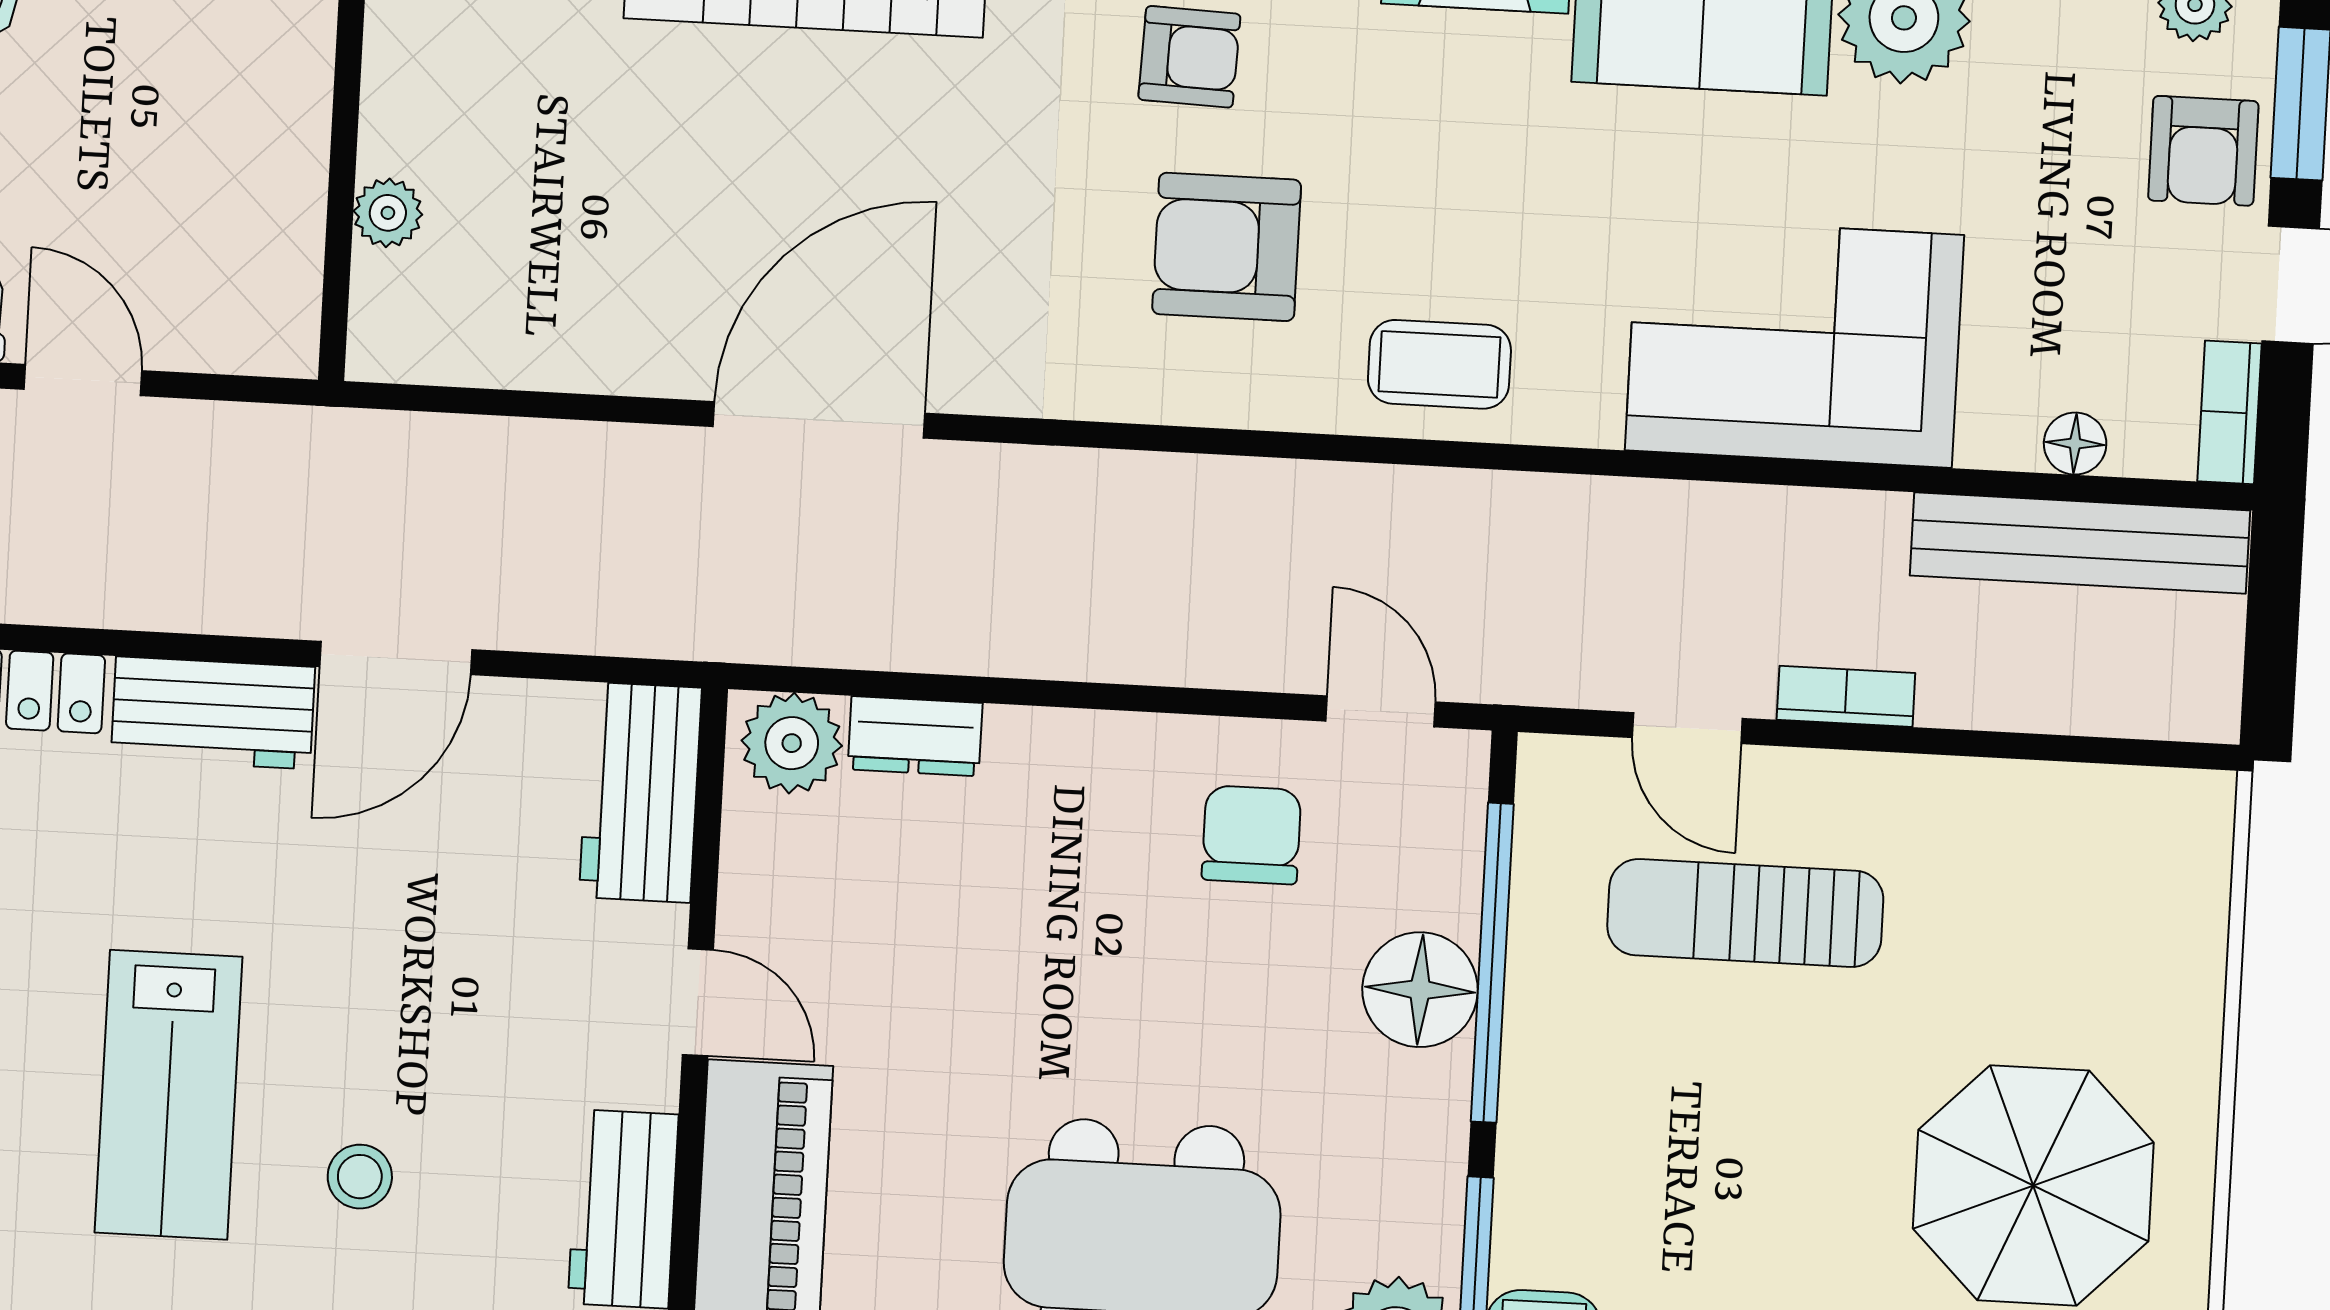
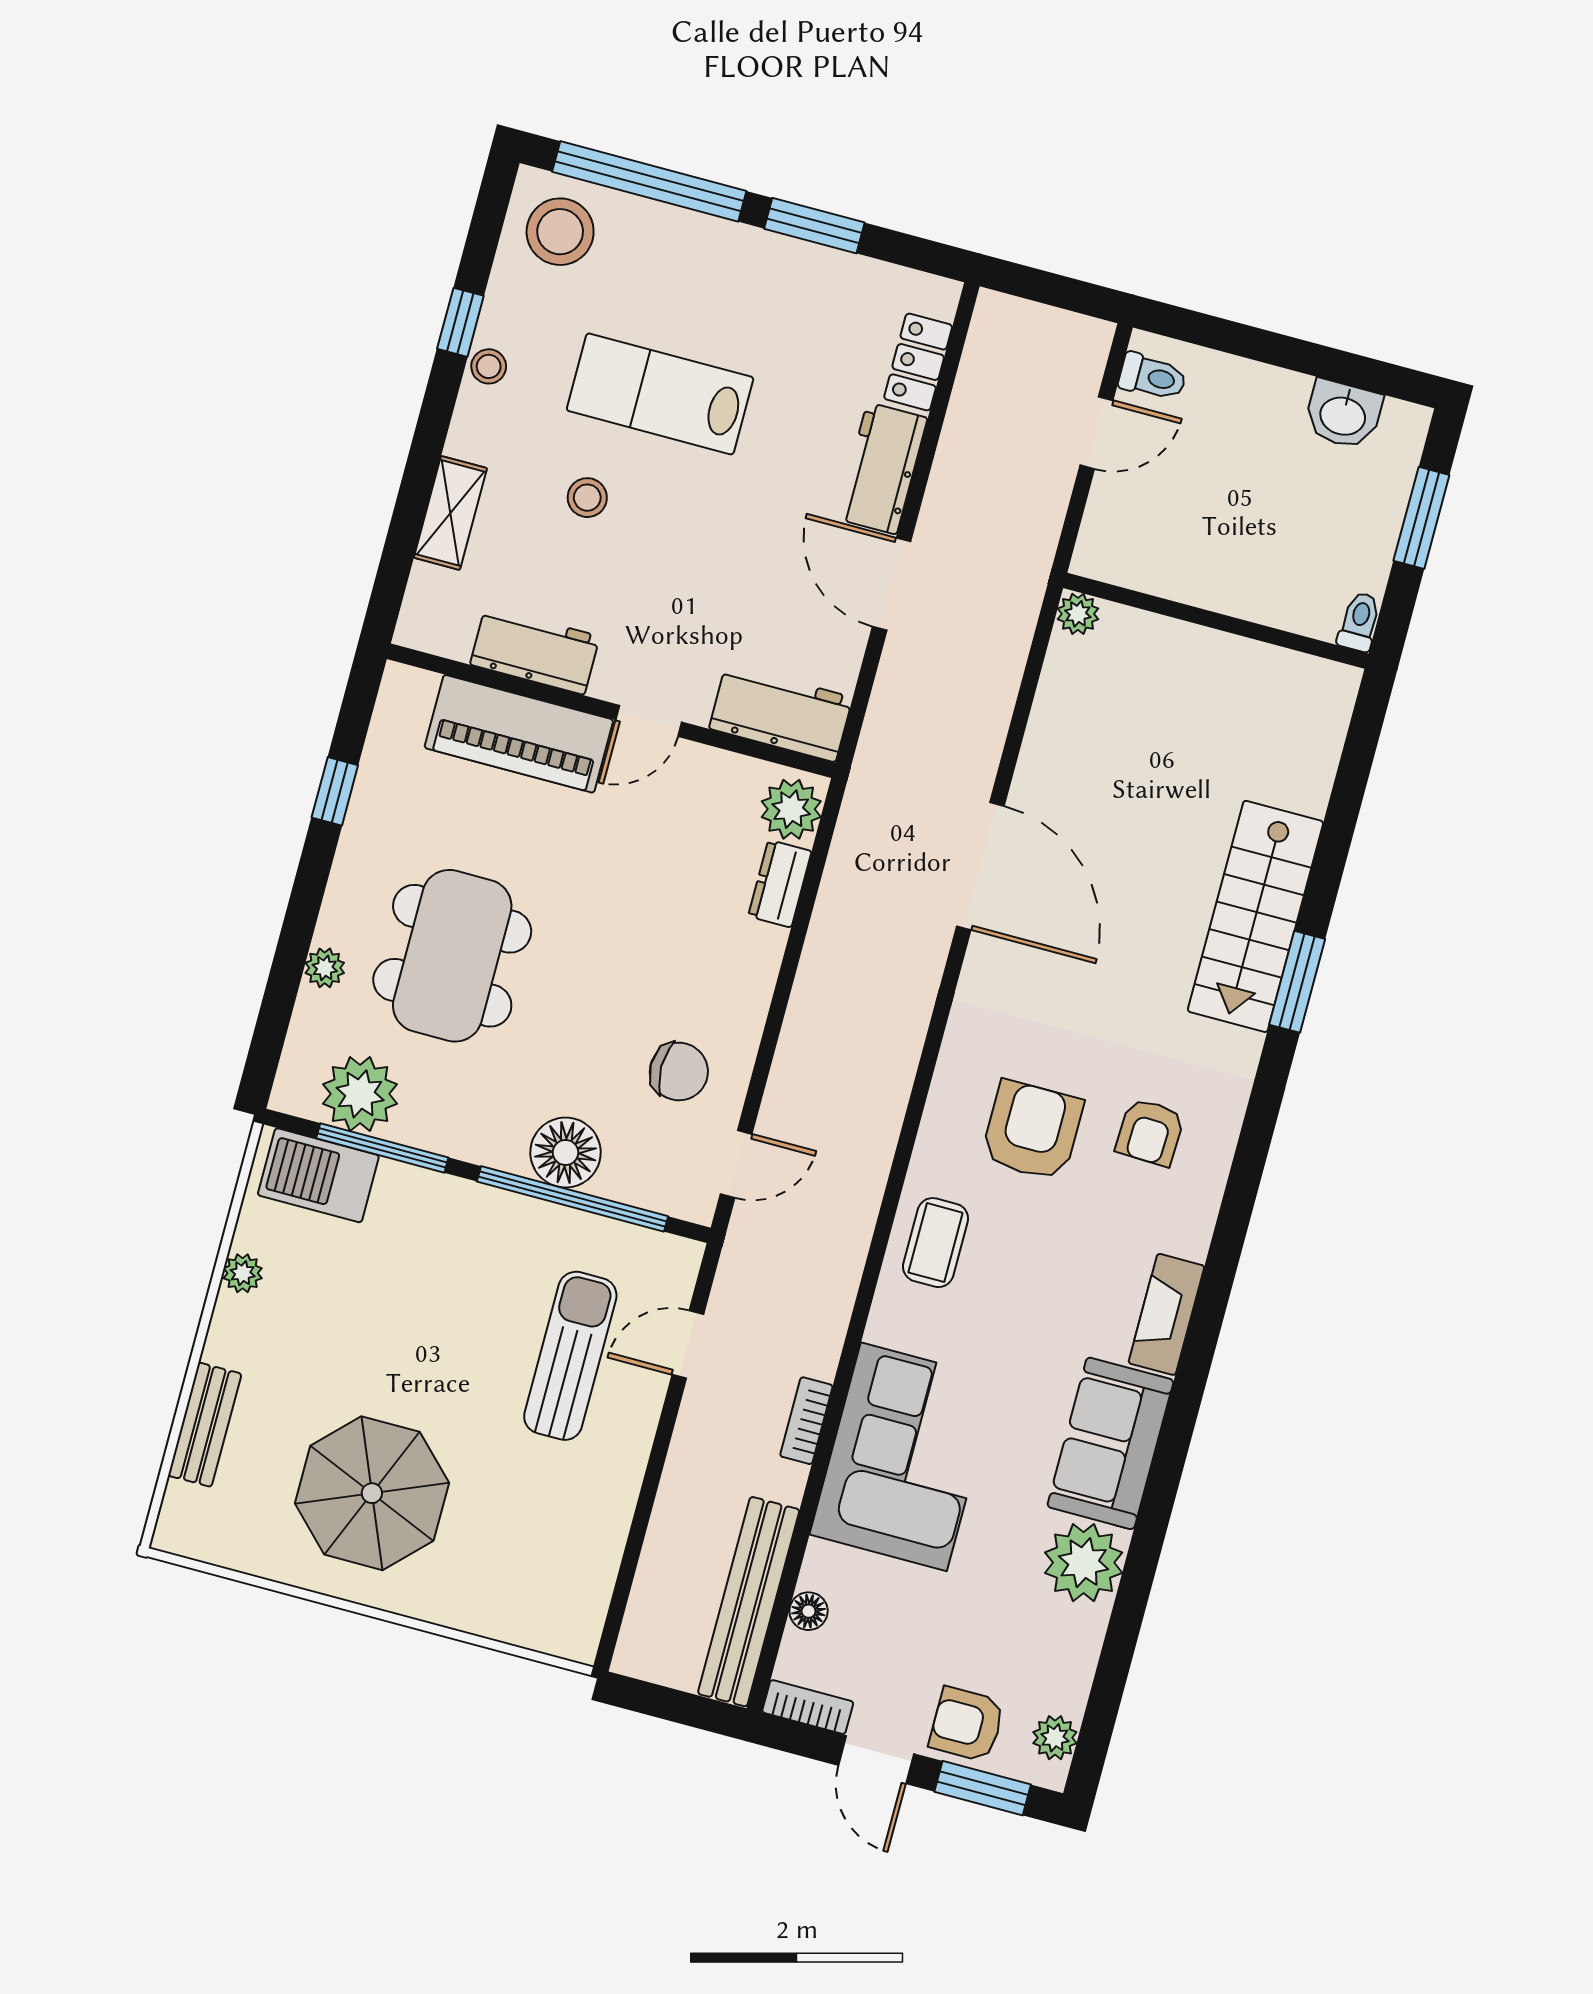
plant: (388, 213) -> (1078, 614), moved
bookcase: (1846, 696) -> (806, 1421), moved, turned 180

